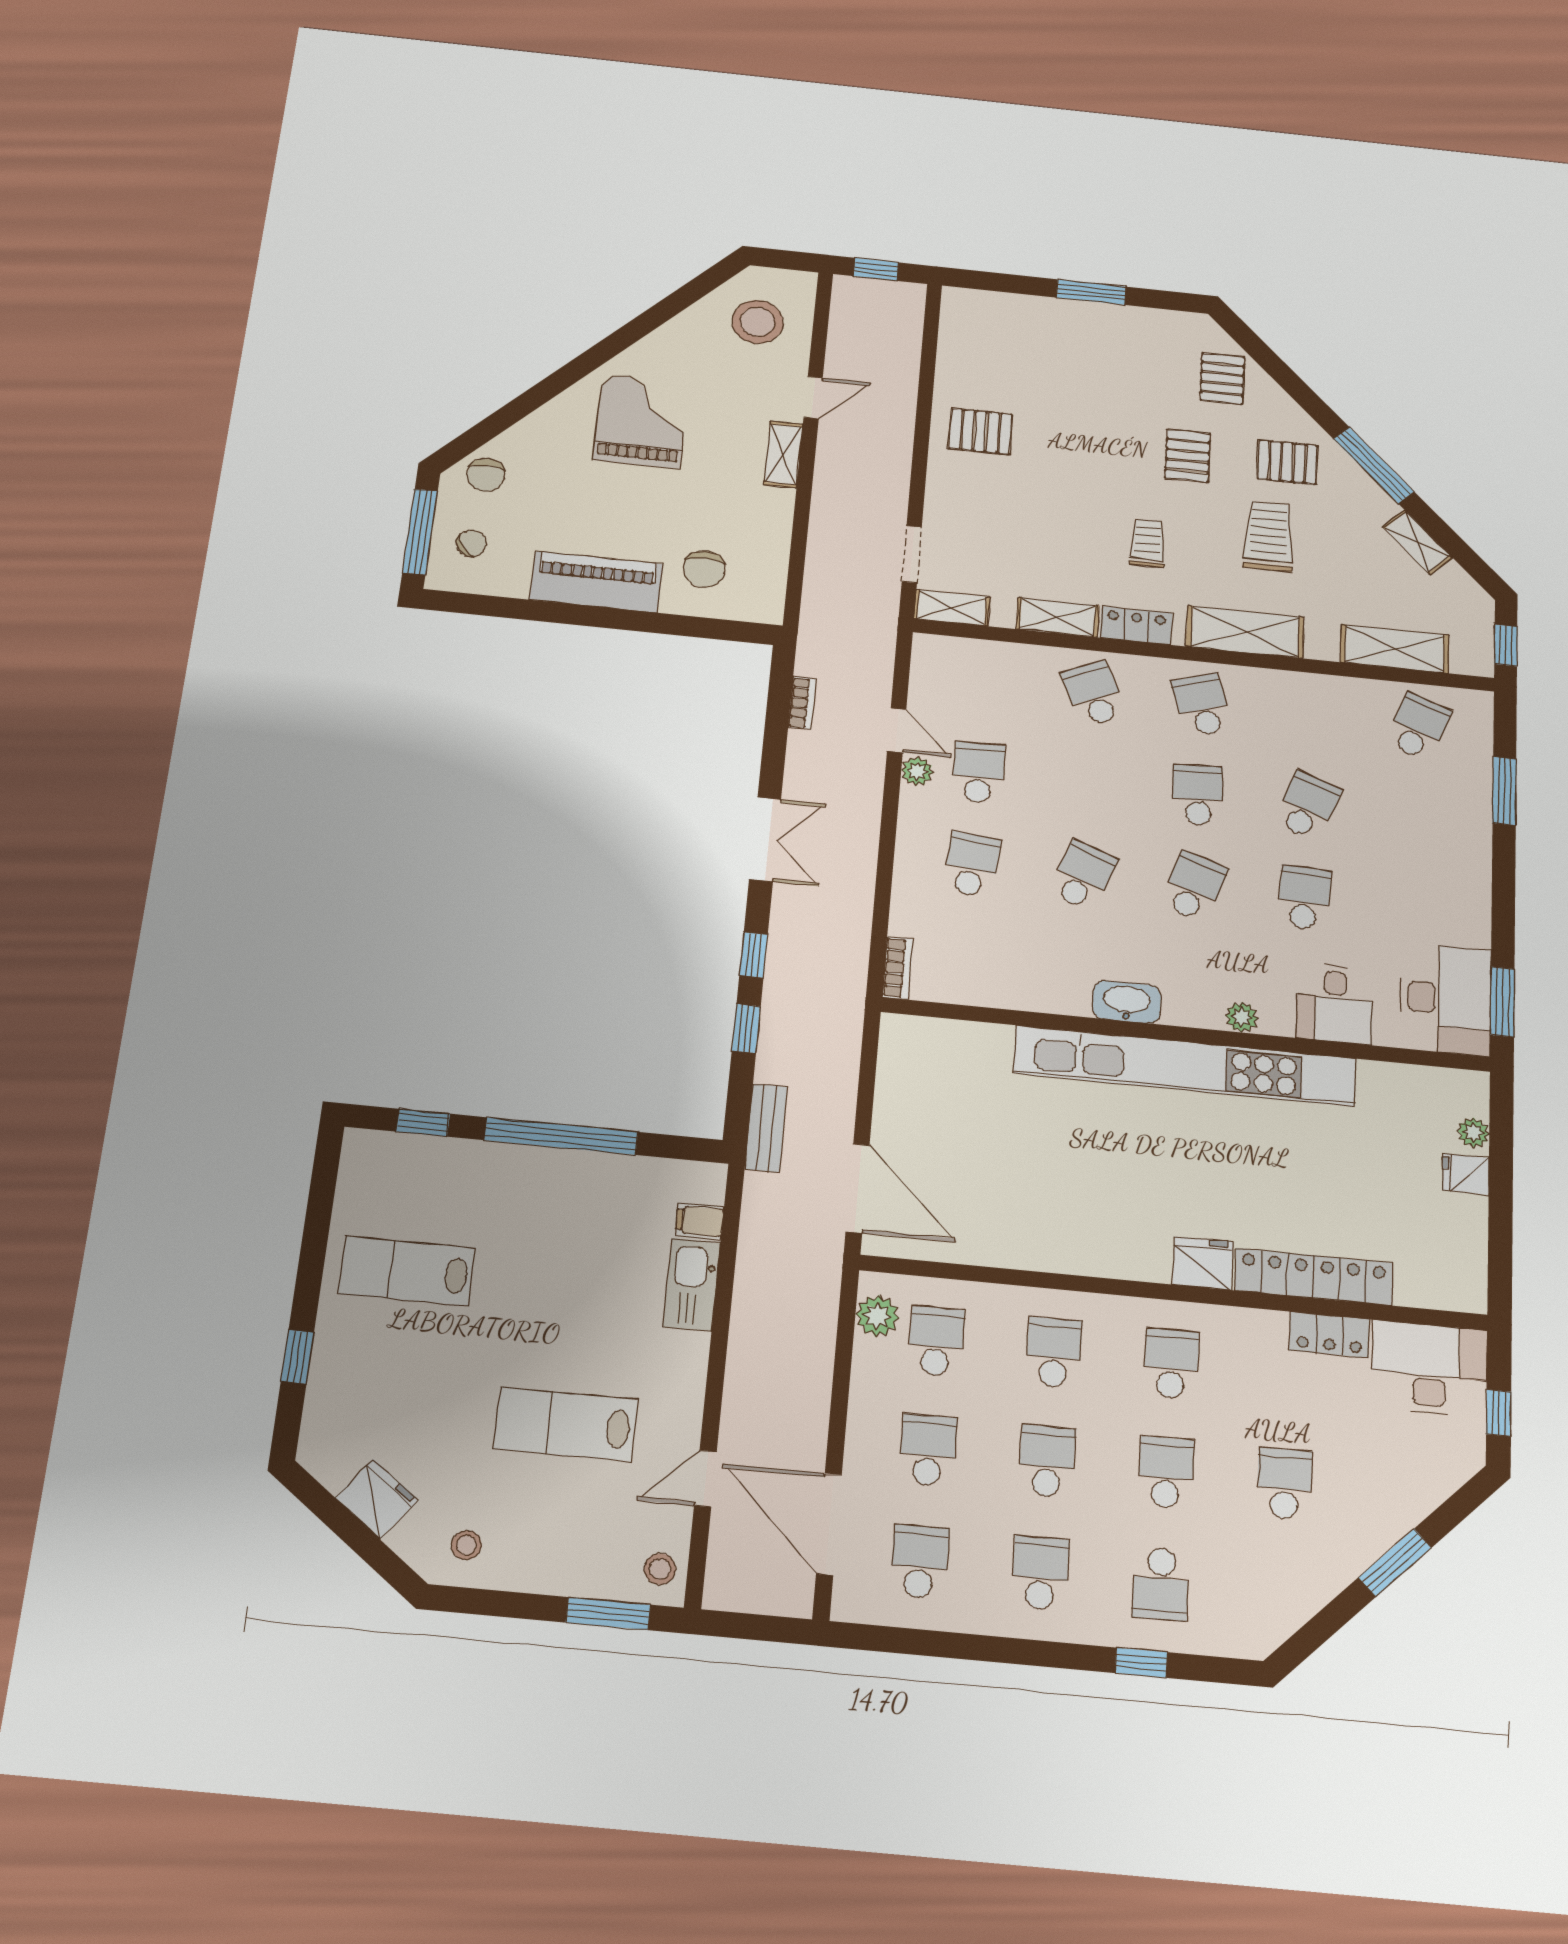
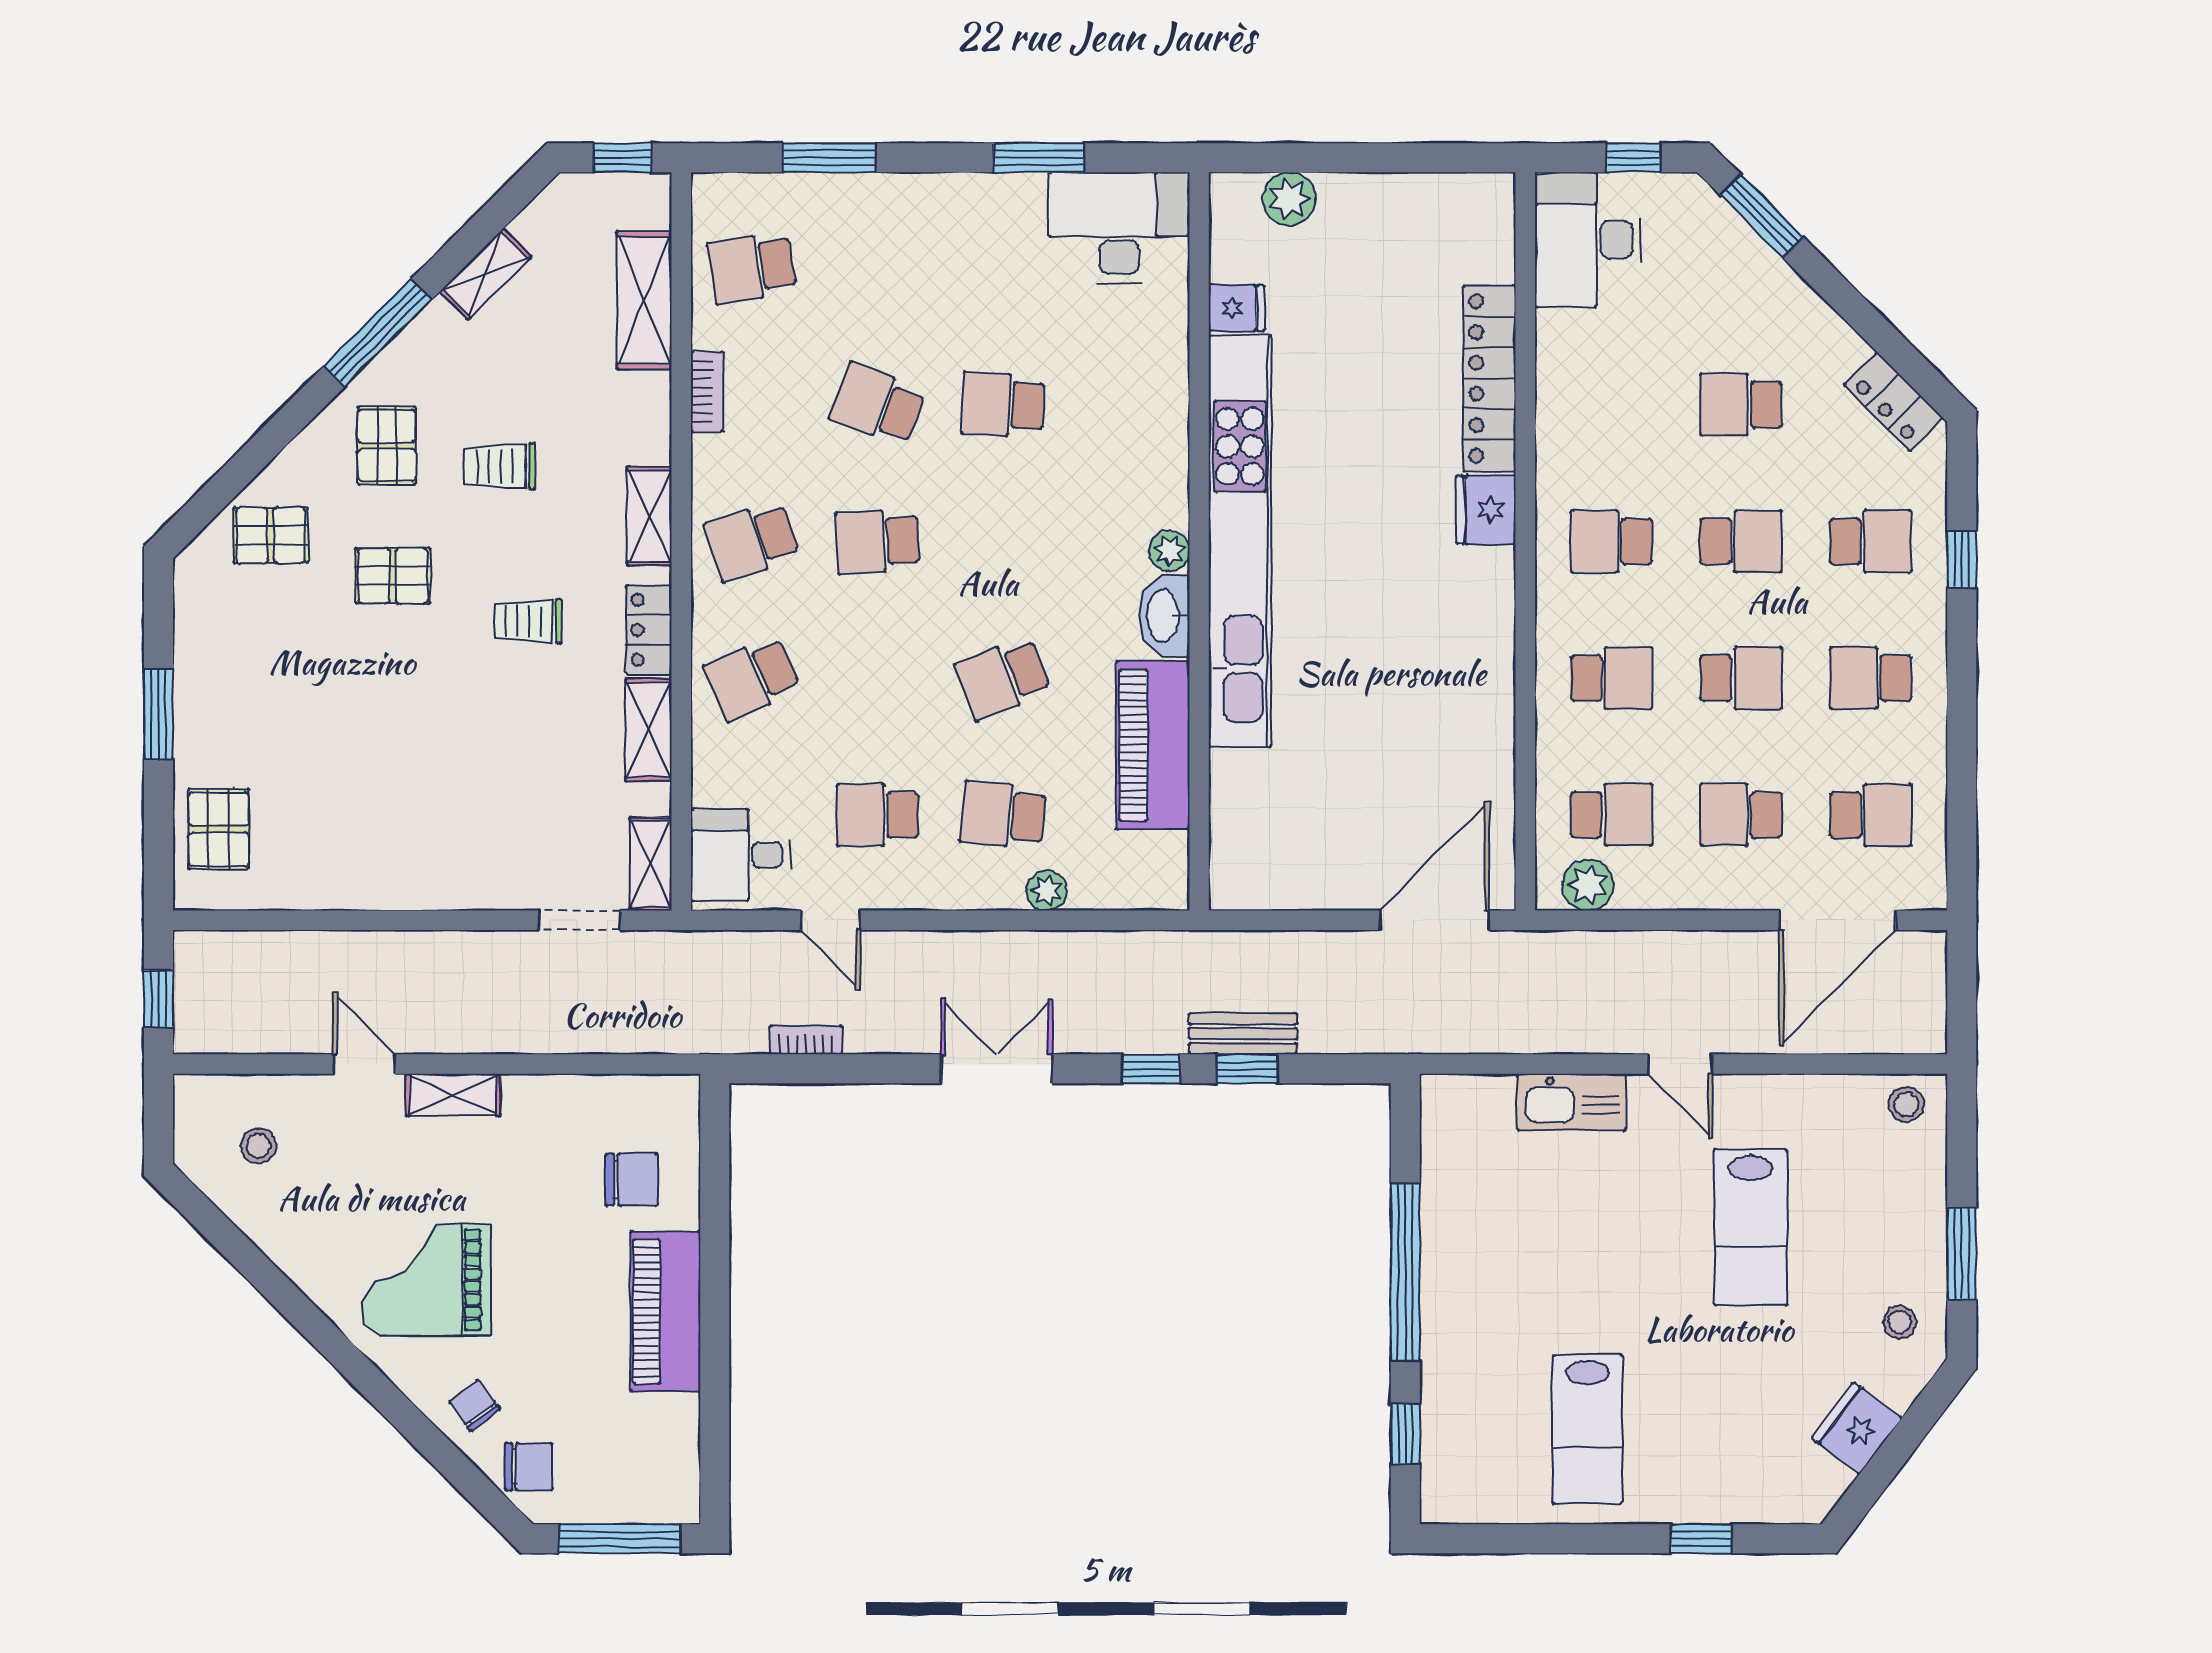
stool: (758, 322) -> (258, 1146), width x0.53, depth x0.53
pallet: (980, 431) -> (219, 829), moved
trolley: (1269, 536) -> (500, 466), width x0.73, depth x0.72
chair: (472, 543) -> (475, 1406), moved
shelving: (1245, 632) -> (649, 516), width x0.67, depth x0.75
school desk: (1418, 727) -> (752, 268), turned -30
door: (897, 730) -> (830, 920), swing flipped
plant: (917, 771) -> (1047, 891), moved
school desk: (1083, 876) -> (1003, 678), turned -42
school desk: (1194, 887) -> (1003, 541), removed
bookcase: (898, 968) -> (707, 392), moved, turned 90
piano: (1021, 983) -> (1153, 745), added
window: (1503, 1002) -> (1039, 158), moved
desk: (1335, 1004) -> (740, 855), moved, turned 180
plant: (1242, 1017) -> (1169, 551), moved
bench: (766, 1128) -> (1243, 1034), moved
plant: (1473, 1133) -> (1289, 199), width x1.38, depth x1.38
fridge: (1466, 1174) -> (1237, 308), moved, turned -90
filing cabinet: (700, 1221) -> (1494, 1100), removed
locker: (1329, 1335) -> (1893, 401), moved, turned 135
school desk: (936, 1341) -> (1611, 815), turned 180
school desk: (1054, 1352) -> (1611, 678), turned 180
school desk: (1047, 1461) -> (1741, 678), turned 180
school desk: (1166, 1472) -> (1741, 541), turned 180
door: (705, 1479) -> (1680, 1064), moved
school desk: (920, 1562) -> (1871, 815), turned 180
window: (1395, 1563) -> (1762, 216), moved
window: (608, 1614) -> (1962, 1254), moved

